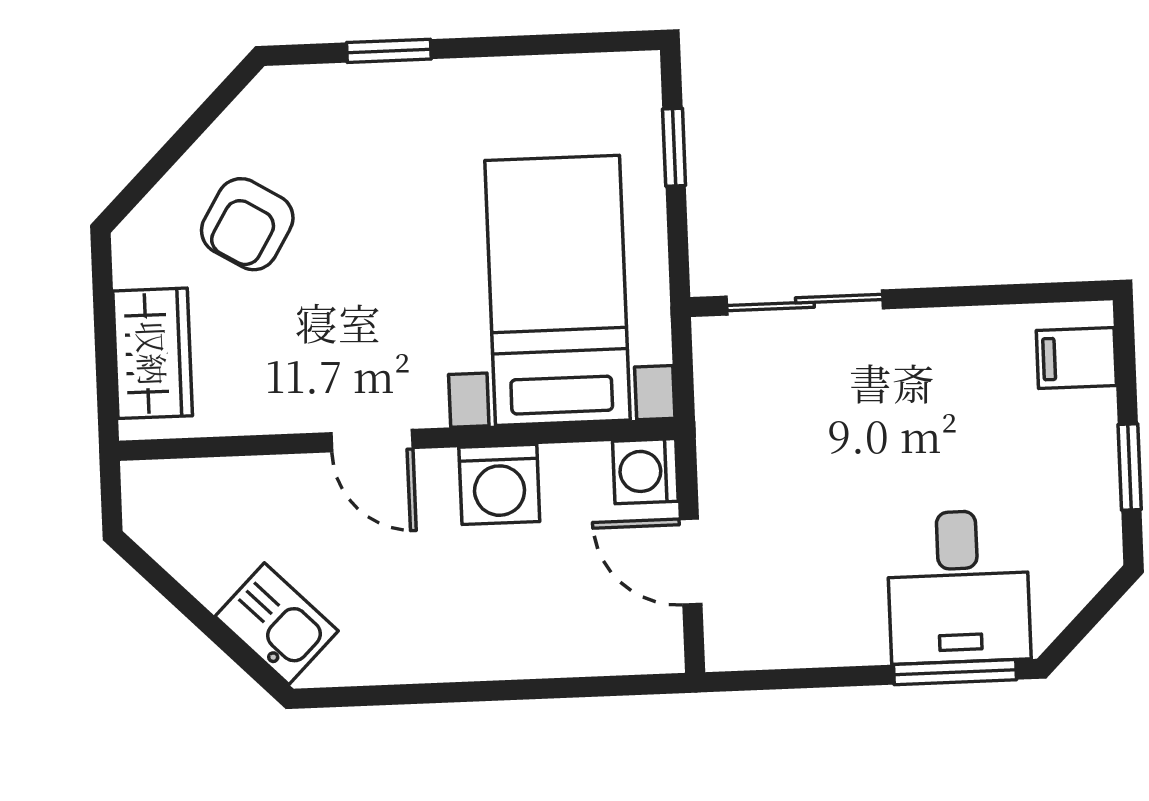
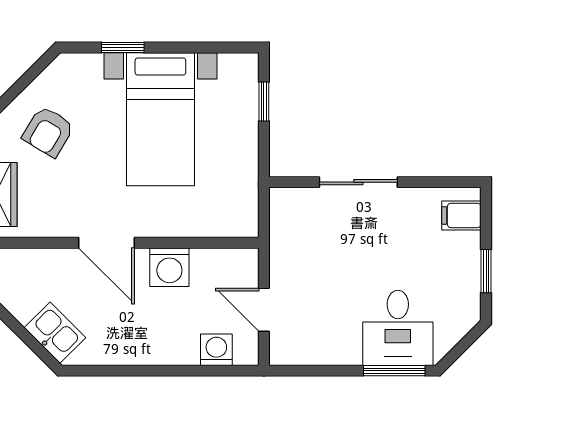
bed with nightstands: (558, 290) -> (160, 119), moved, turned 180
sliding door: (805, 302) -> (358, 182), moved
door: (372, 441) -> (106, 243), width x1.37
washing machine: (645, 471) -> (216, 350), moved, turned 90

